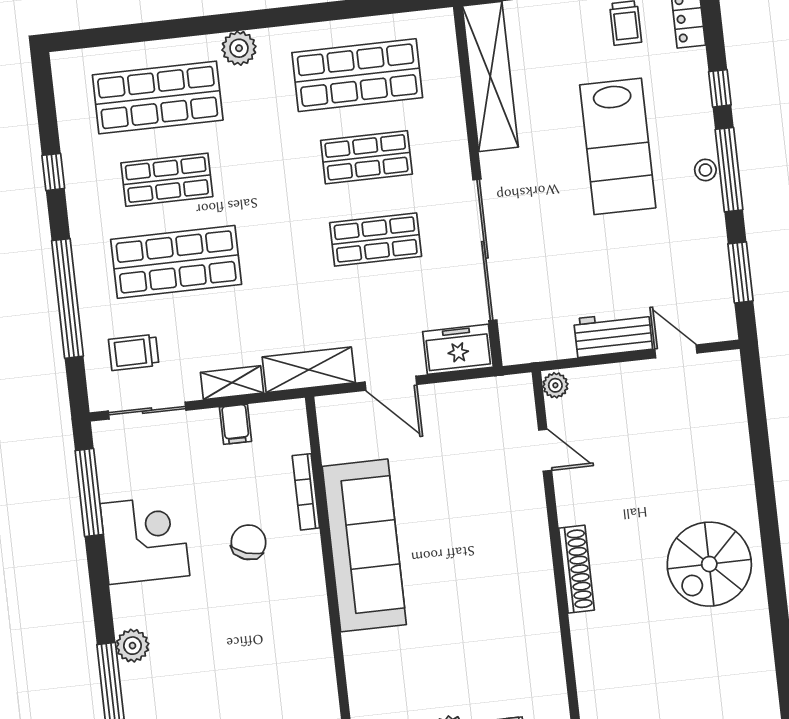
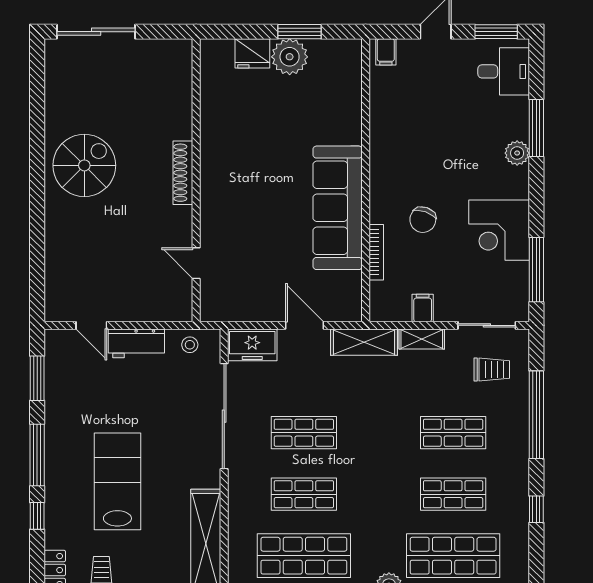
stool: (705, 170) -> (190, 345), moved
shop shelf: (176, 262) -> (453, 433), width x0.70, depth x0.74
plant: (555, 385) -> (183, 310), removed

